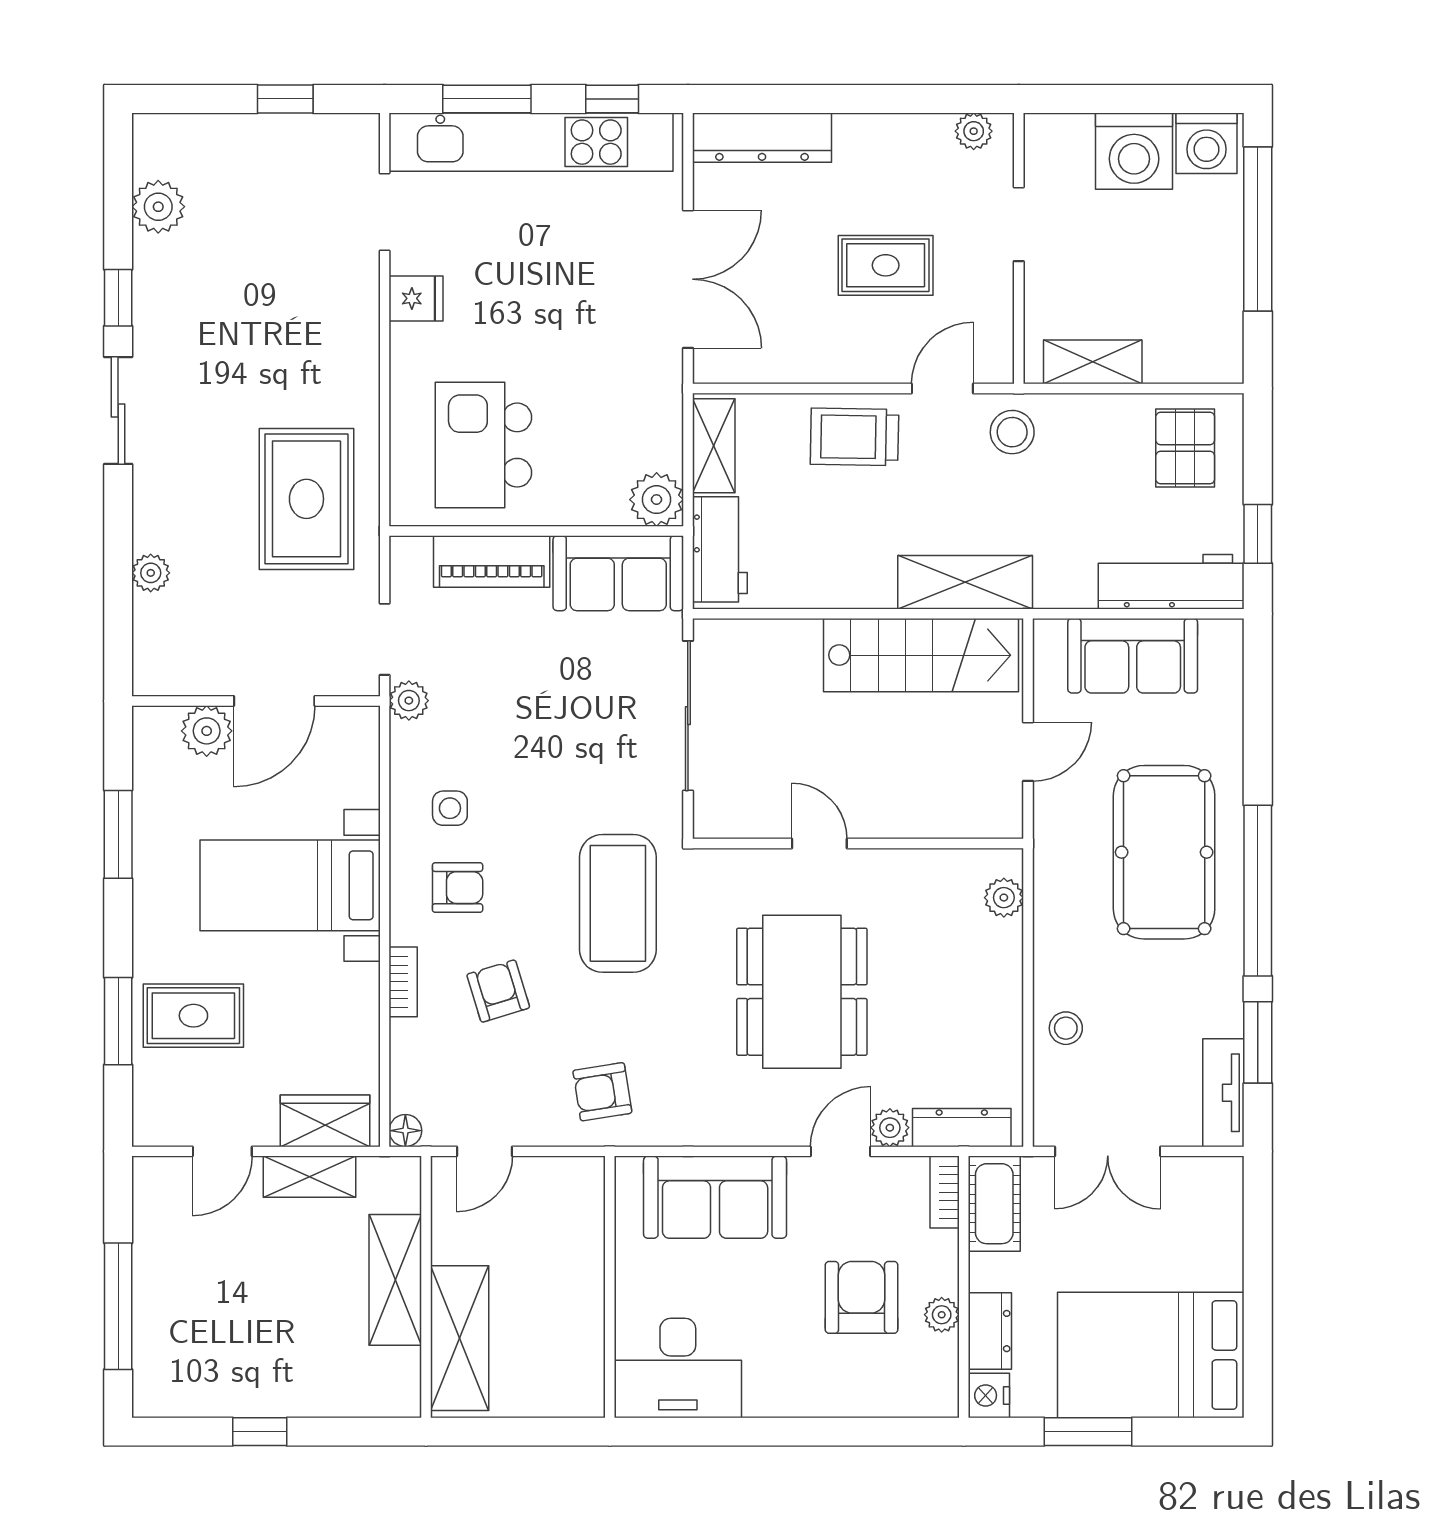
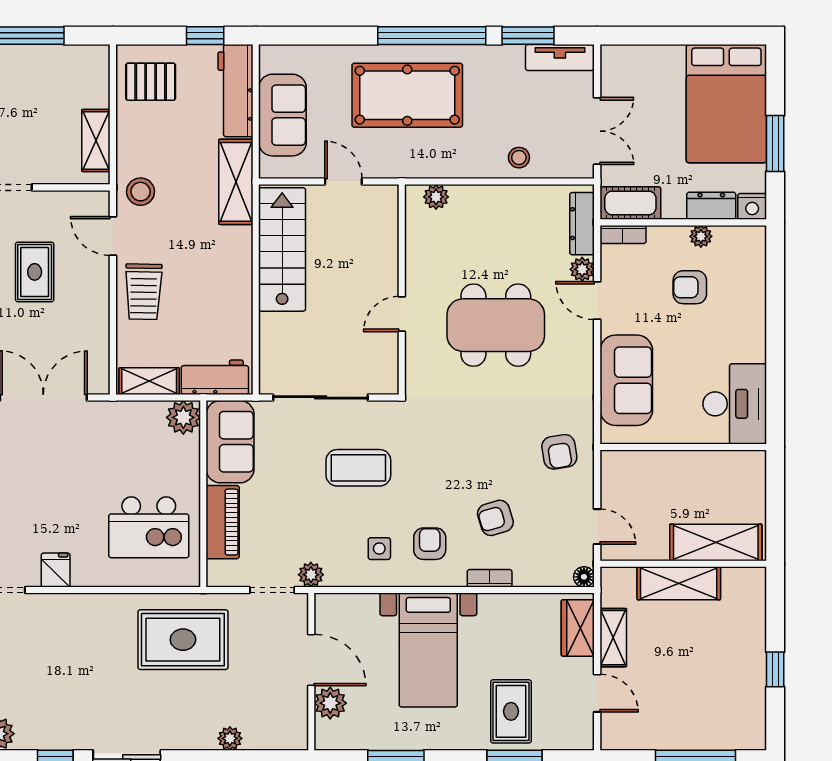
shelving: (965, 582) -> (236, 182), moved
coffee table: (618, 903) -> (358, 468), moved, width x0.73, depth x0.76
armchair: (862, 1297) -> (690, 287), width x0.72, depth x0.72

